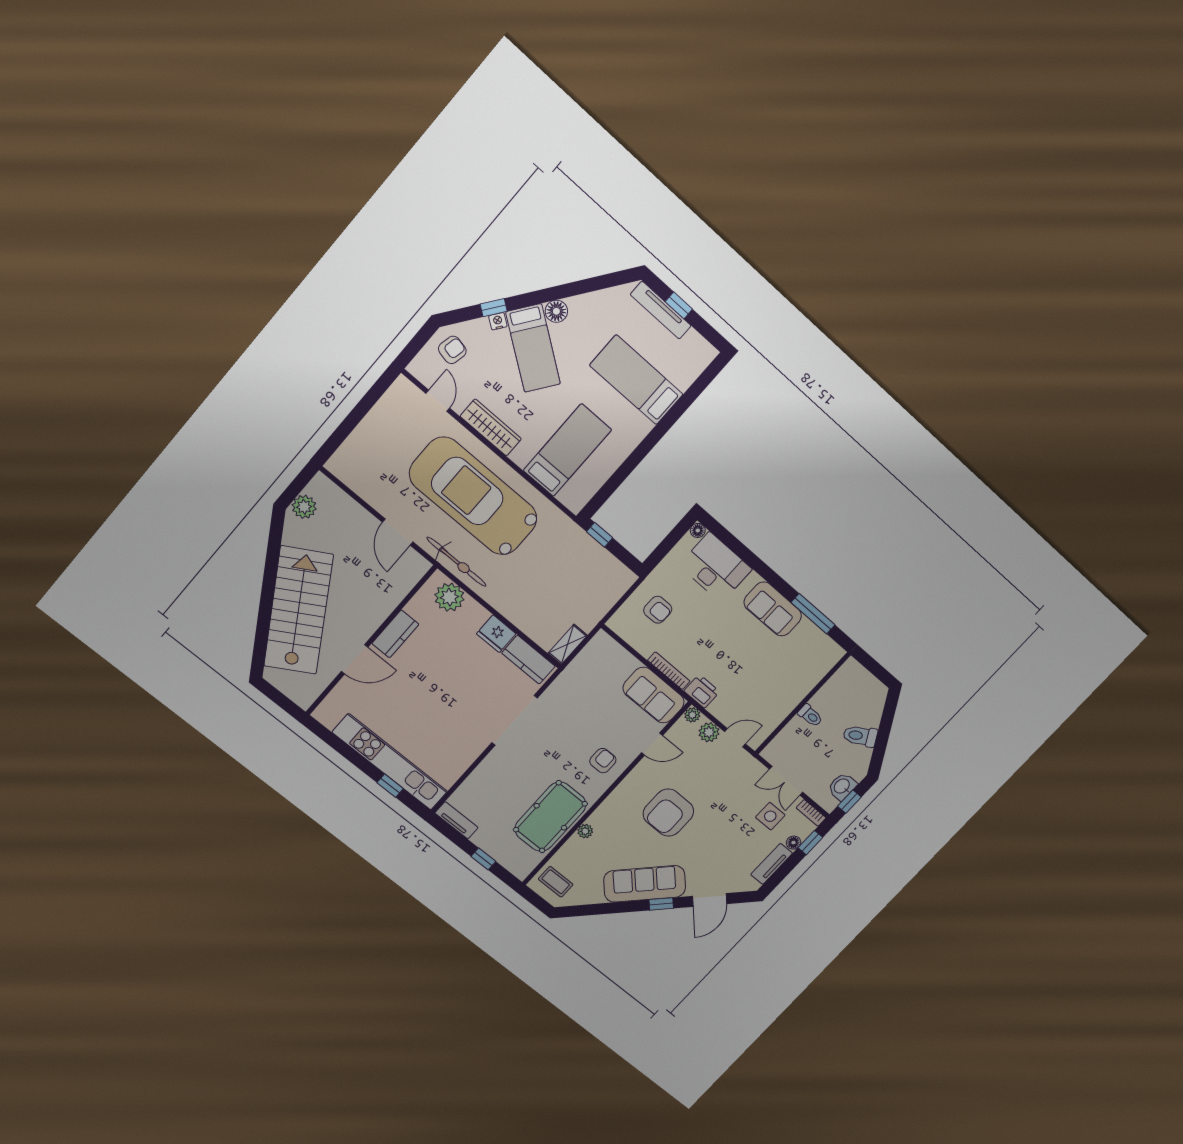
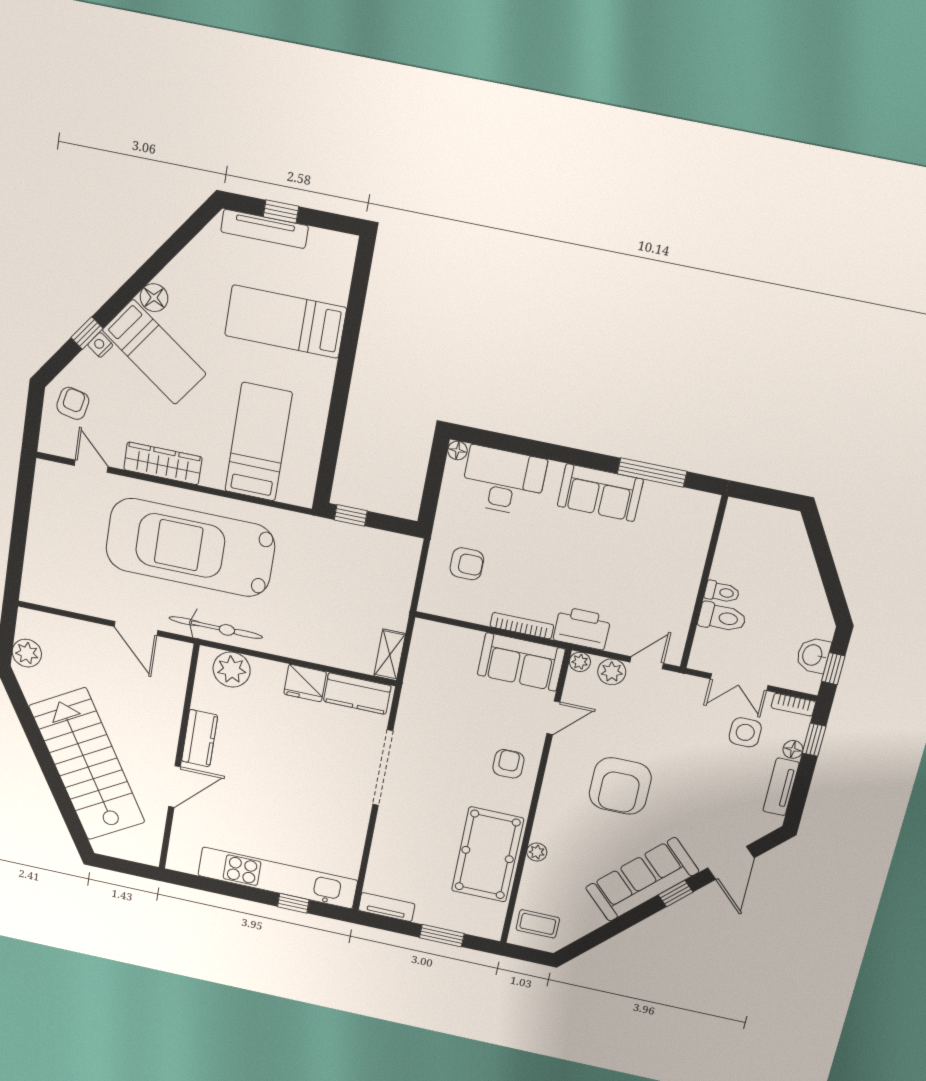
printer: (702, 691) -> (582, 628), width x1.37, depth x1.19
toilet: (860, 736) -> (722, 617), moved, turned -150
window: (483, 859) -> (442, 936), width x1.50

